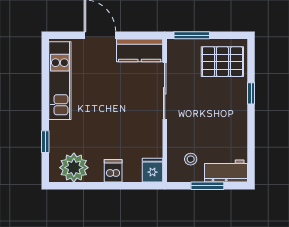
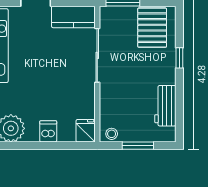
pallet: (222, 62) -> (152, 28), turned 90
stool: (191, 159) -> (112, 134), moved
workbench: (226, 171) -> (165, 106), moved, turned -90

